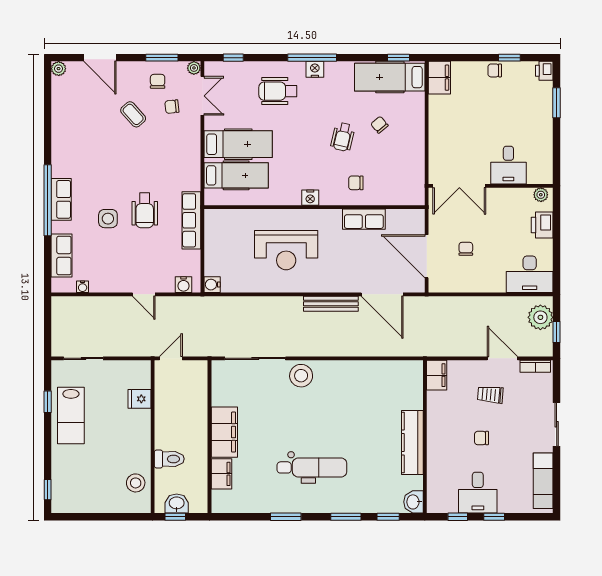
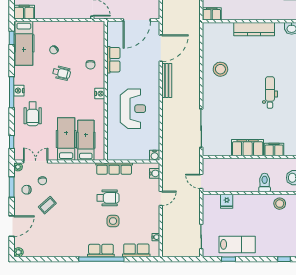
stool: (301, 376) -> (220, 69), moved
dental chair: (312, 467) -> (270, 92), width x0.73, depth x0.72

